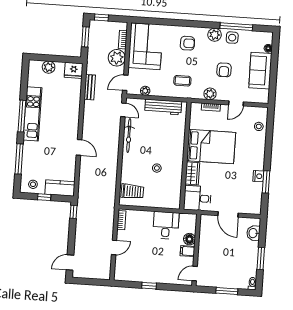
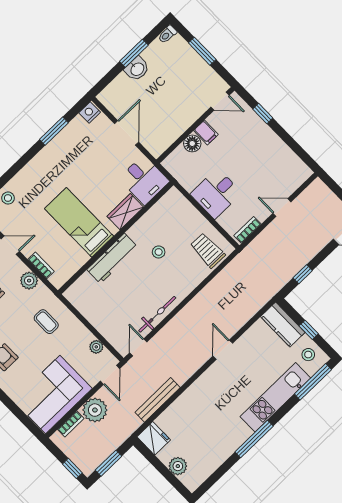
door: (125, 83) -> (110, 375), hinge flipped
bench: (90, 87) -> (158, 400), width x1.36
workbench: (163, 107) -> (112, 258), moved, turned 90
kitchen unit: (33, 114) -> (275, 397), moved
bed: (211, 147) -> (79, 222), width x0.67
window: (19, 159) -> (313, 382), moved
nightstand: (258, 176) -> (90, 112), moved
window: (73, 212) -> (303, 274), moved
desk: (166, 225) -> (216, 193), moved
washbasin: (253, 233) -> (137, 69), moved
window: (149, 286) -> (263, 114), moved

